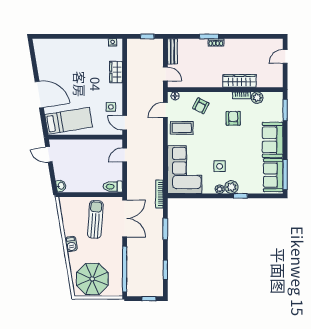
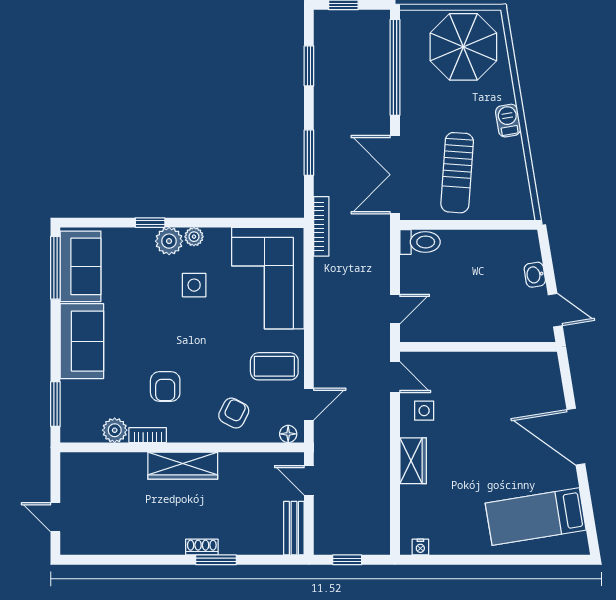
door: (285, 57) -> (55, 517), swing flipped
wardrobe: (116, 72) -> (413, 461), moved
wardrobe: (239, 81) -> (183, 466), moved
bed: (69, 121) -> (536, 517), moved
washbasin: (61, 186) -> (535, 275), moved

